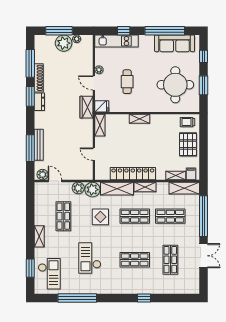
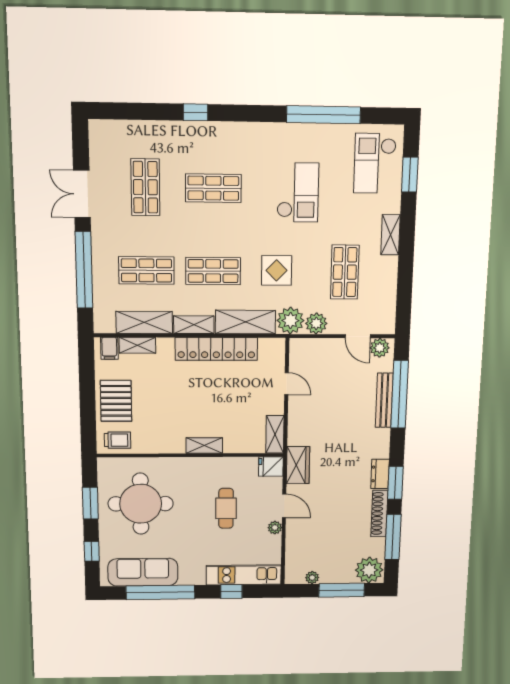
plant: (64, 43) -> (369, 570), moved
window: (30, 148) -> (400, 394), width x1.46
shelving: (184, 188) -> (144, 322), moved

